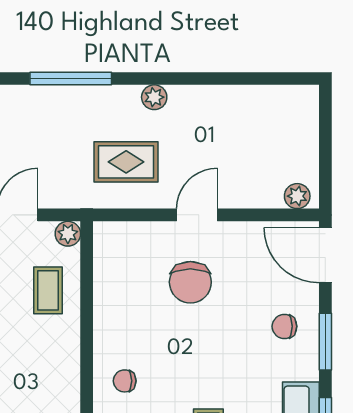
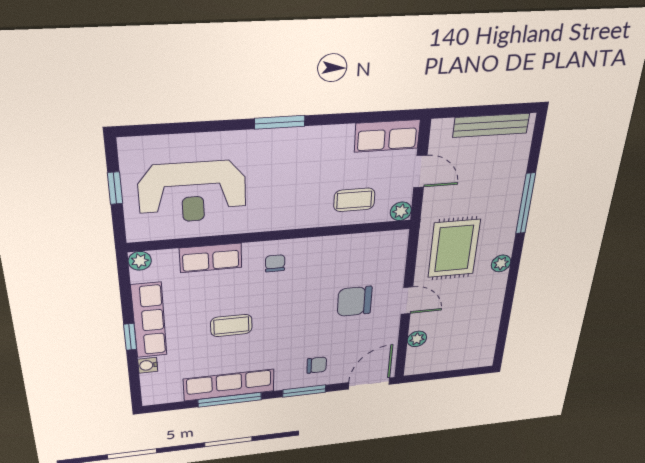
rug: (126, 162) -> (454, 249), width x1.36, depth x1.43
plant: (297, 196) -> (417, 339), moved
chair: (284, 326) -> (317, 365), turned 90

